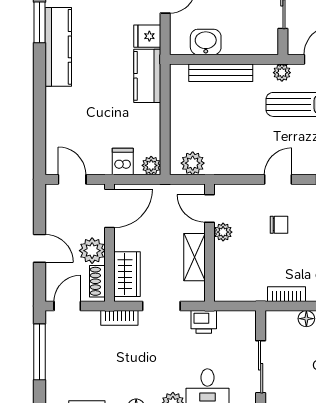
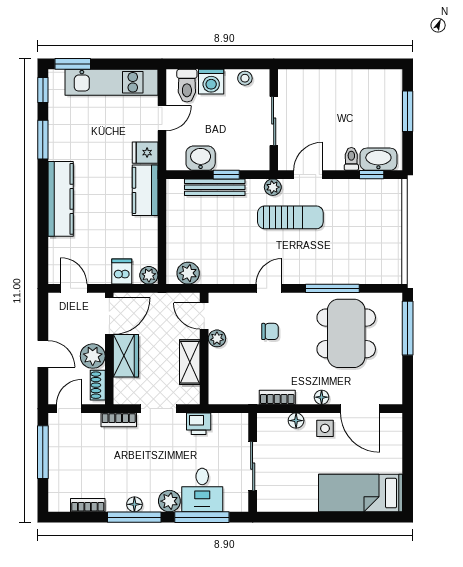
kitchen counter: (58, 47) -> (61, 199), moved
window: (233, 59) -> (226, 175), added
wardrobe: (127, 274) -> (126, 356), moved

